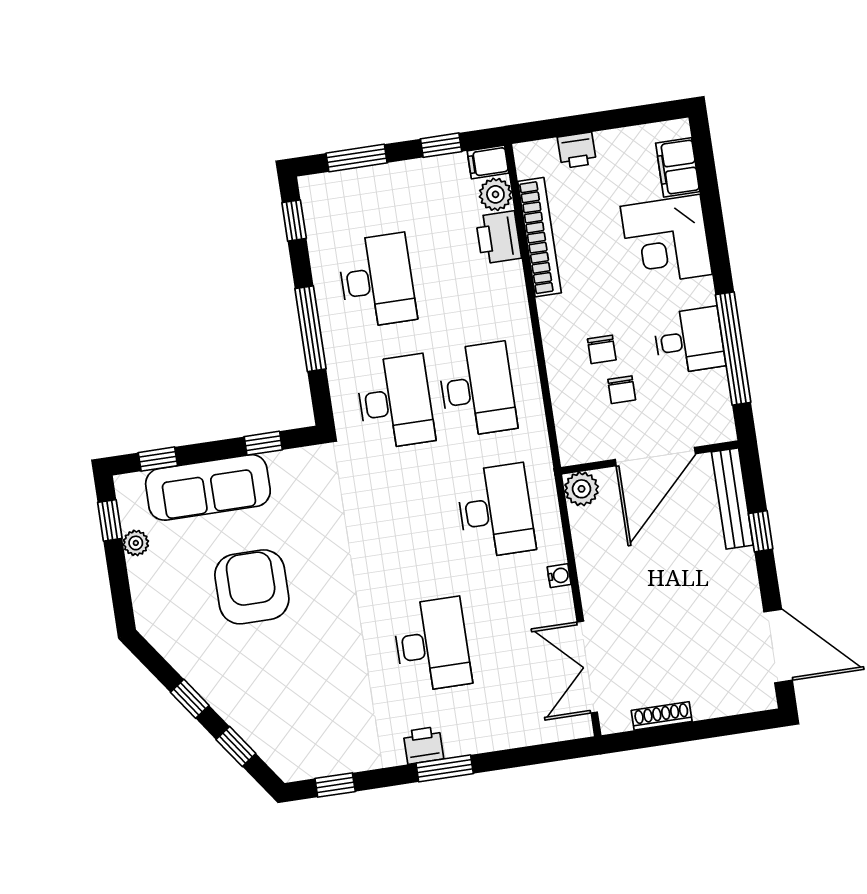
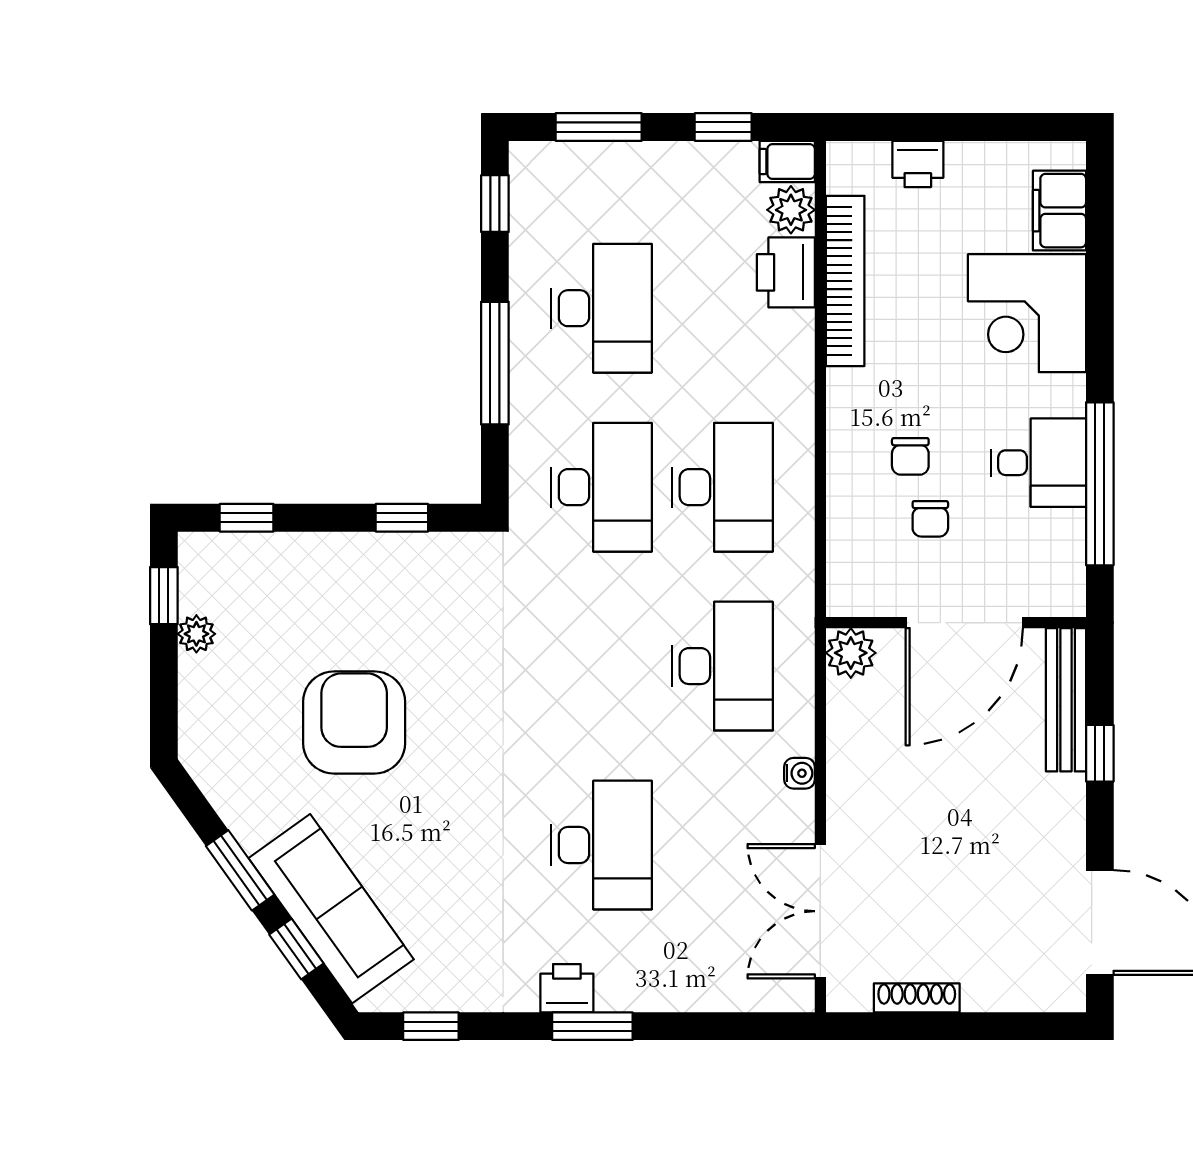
sofa: (208, 487) -> (331, 909), moved, turned -126
window: (190, 699) -> (240, 870), width x1.50

